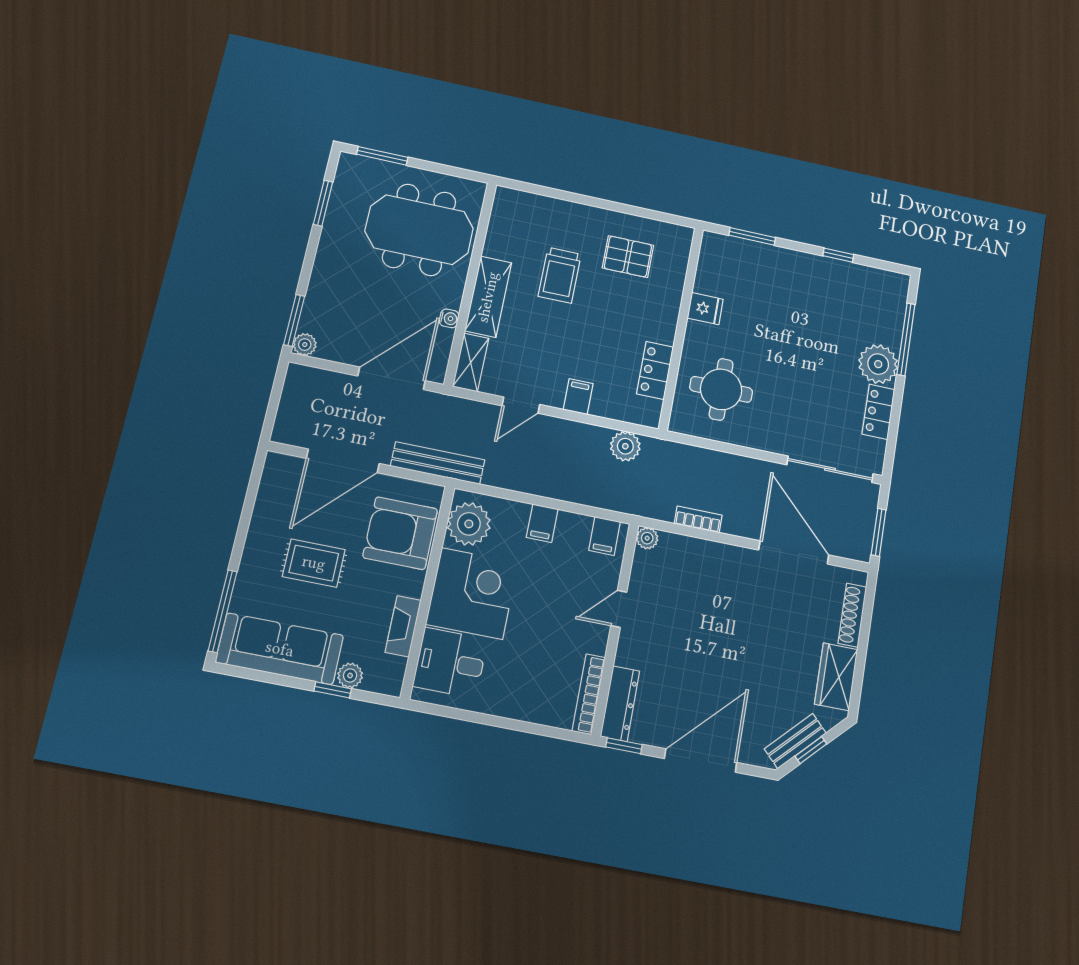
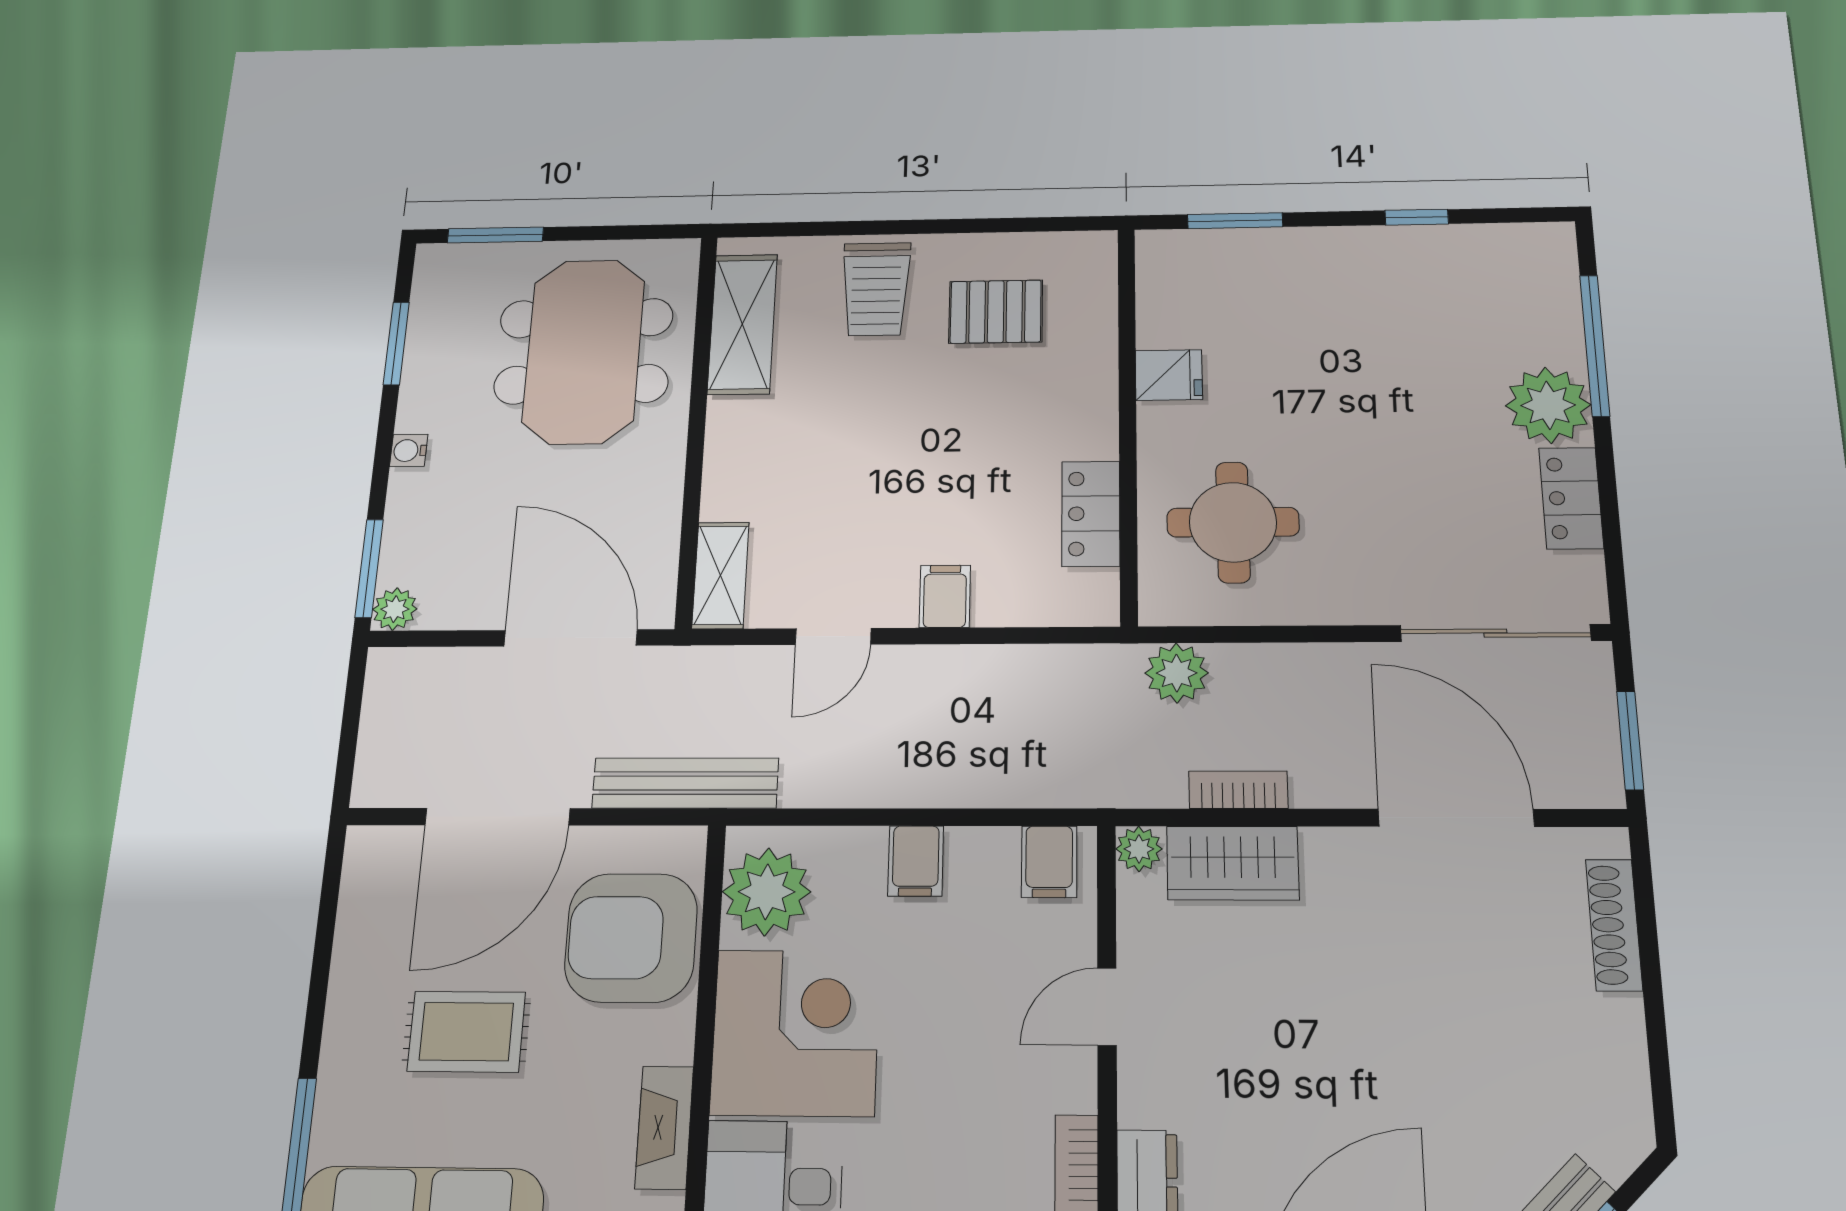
meeting table: (419, 230) -> (584, 351), turned 90
trolley: (560, 275) -> (876, 289), moved
shelving: (488, 297) -> (742, 324), moved
water cooler: (449, 318) -> (409, 451), moved, turned 180
door: (392, 378) -> (570, 638), hinge flipped
plant: (625, 446) -> (1177, 673), moved
wardrobe: (836, 677) -> (1233, 863), moved, turned -90

